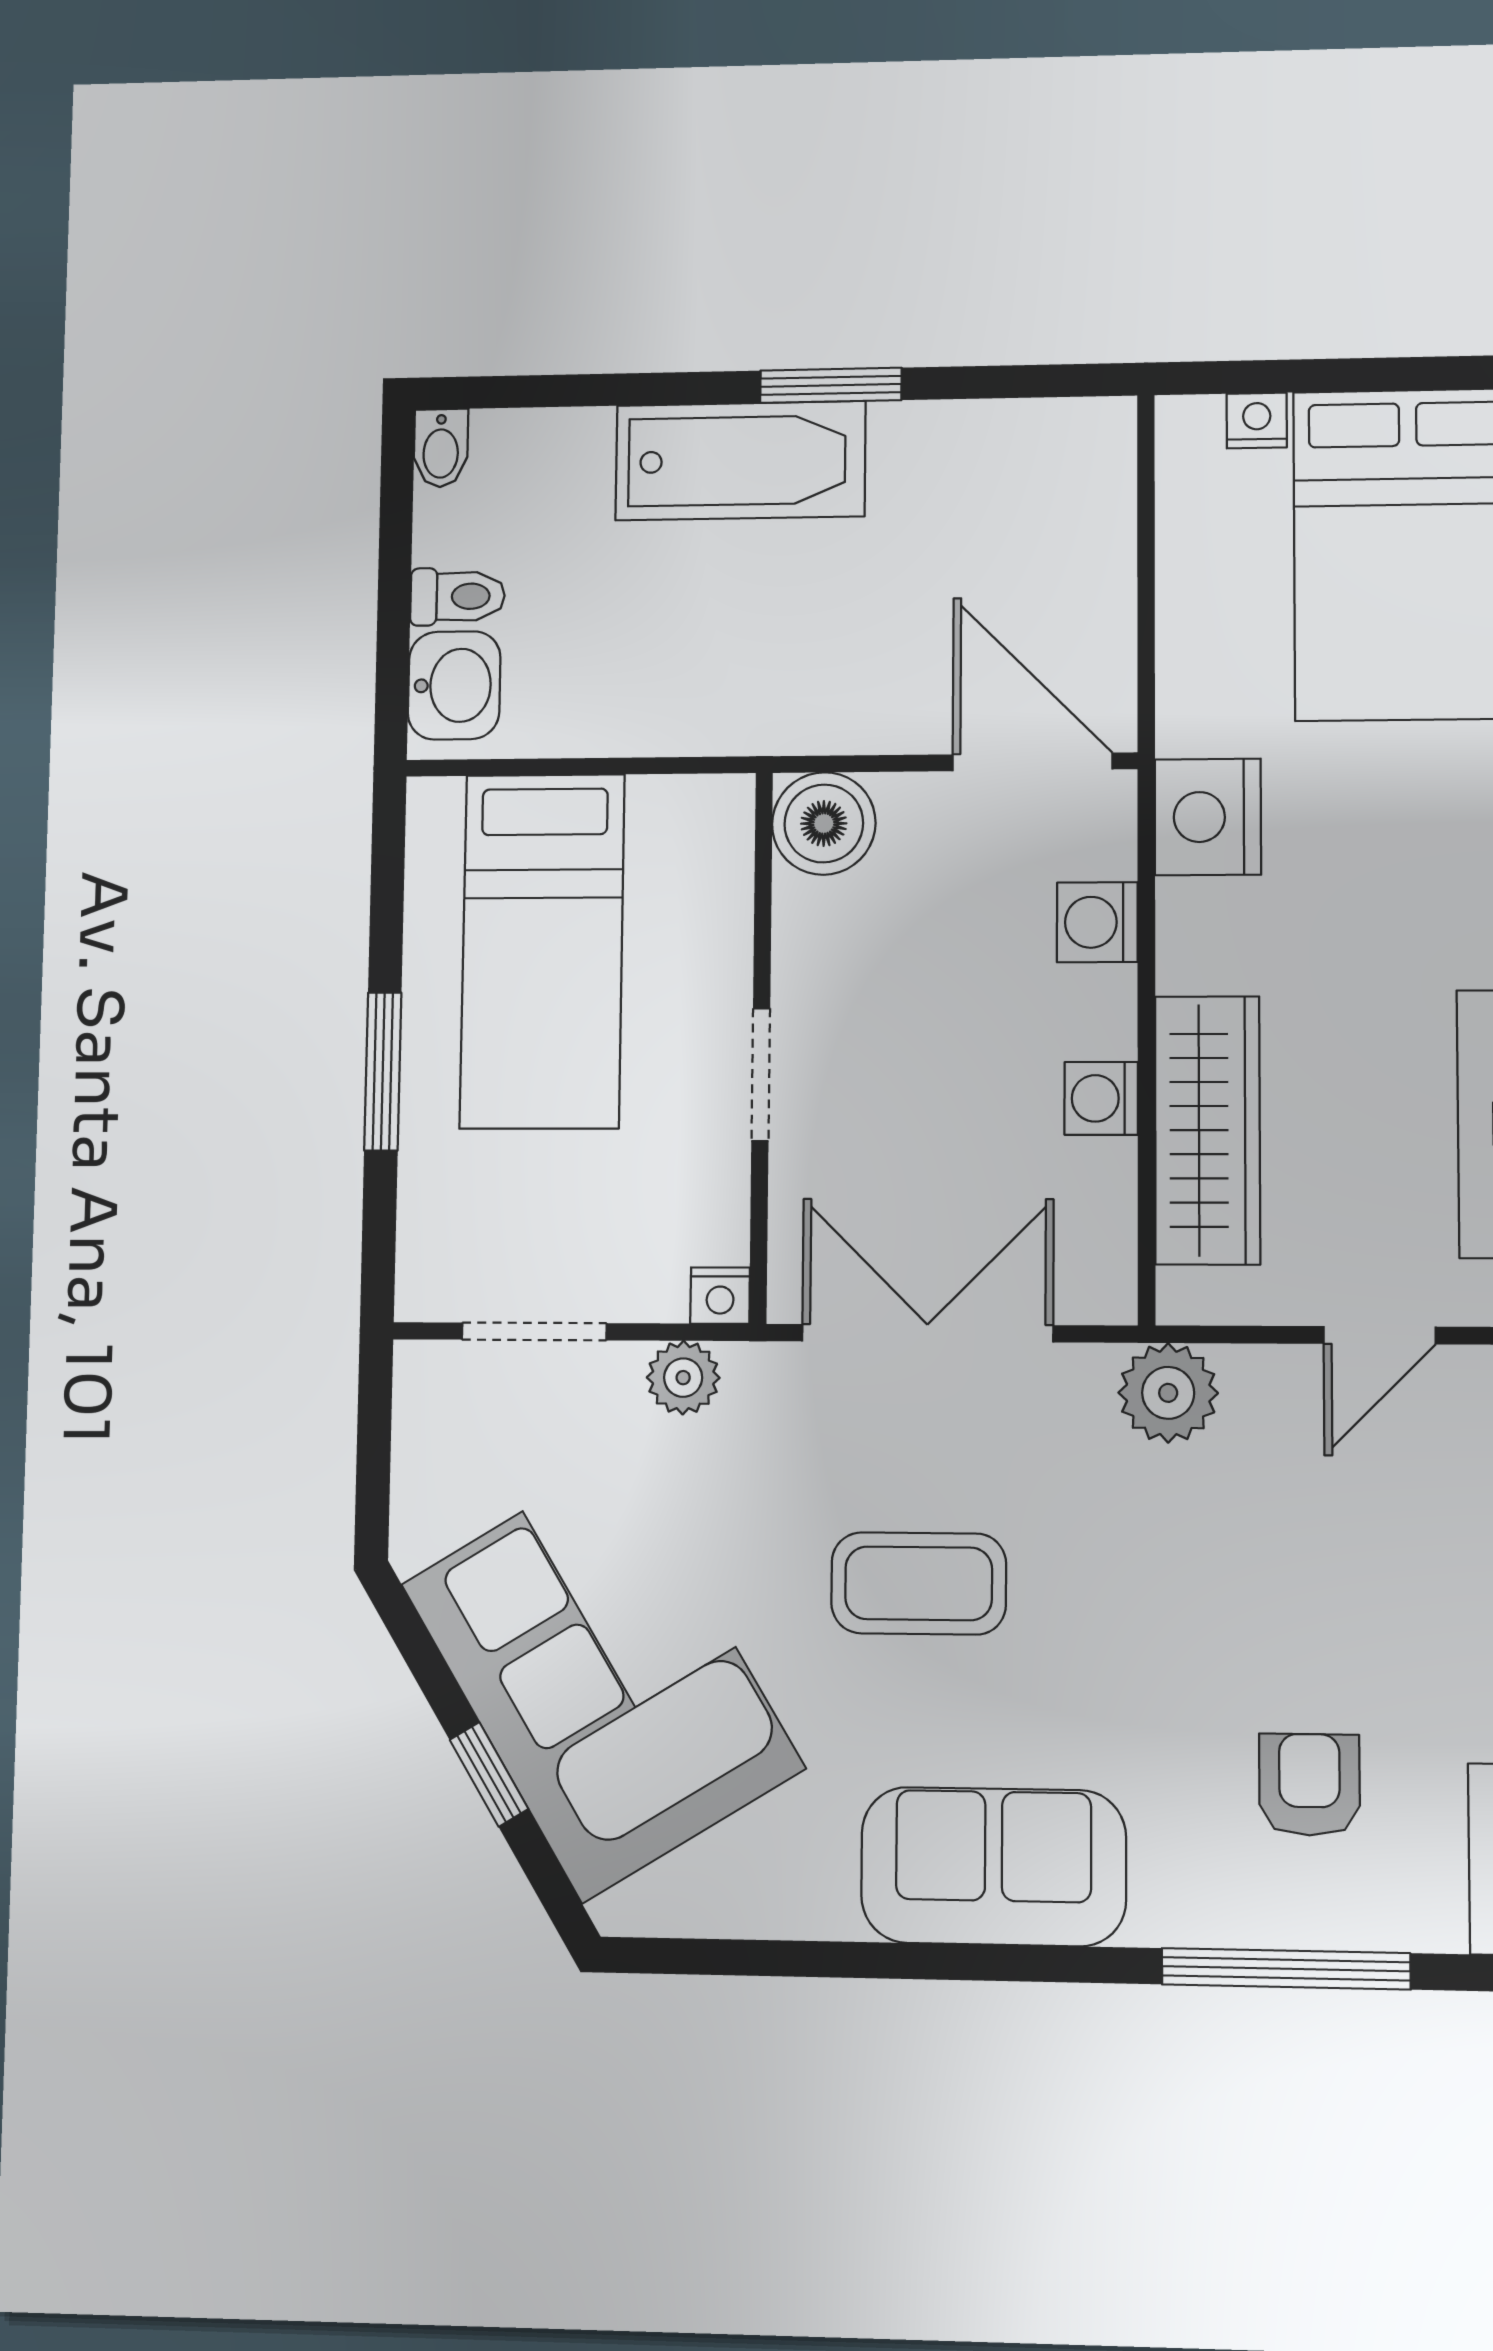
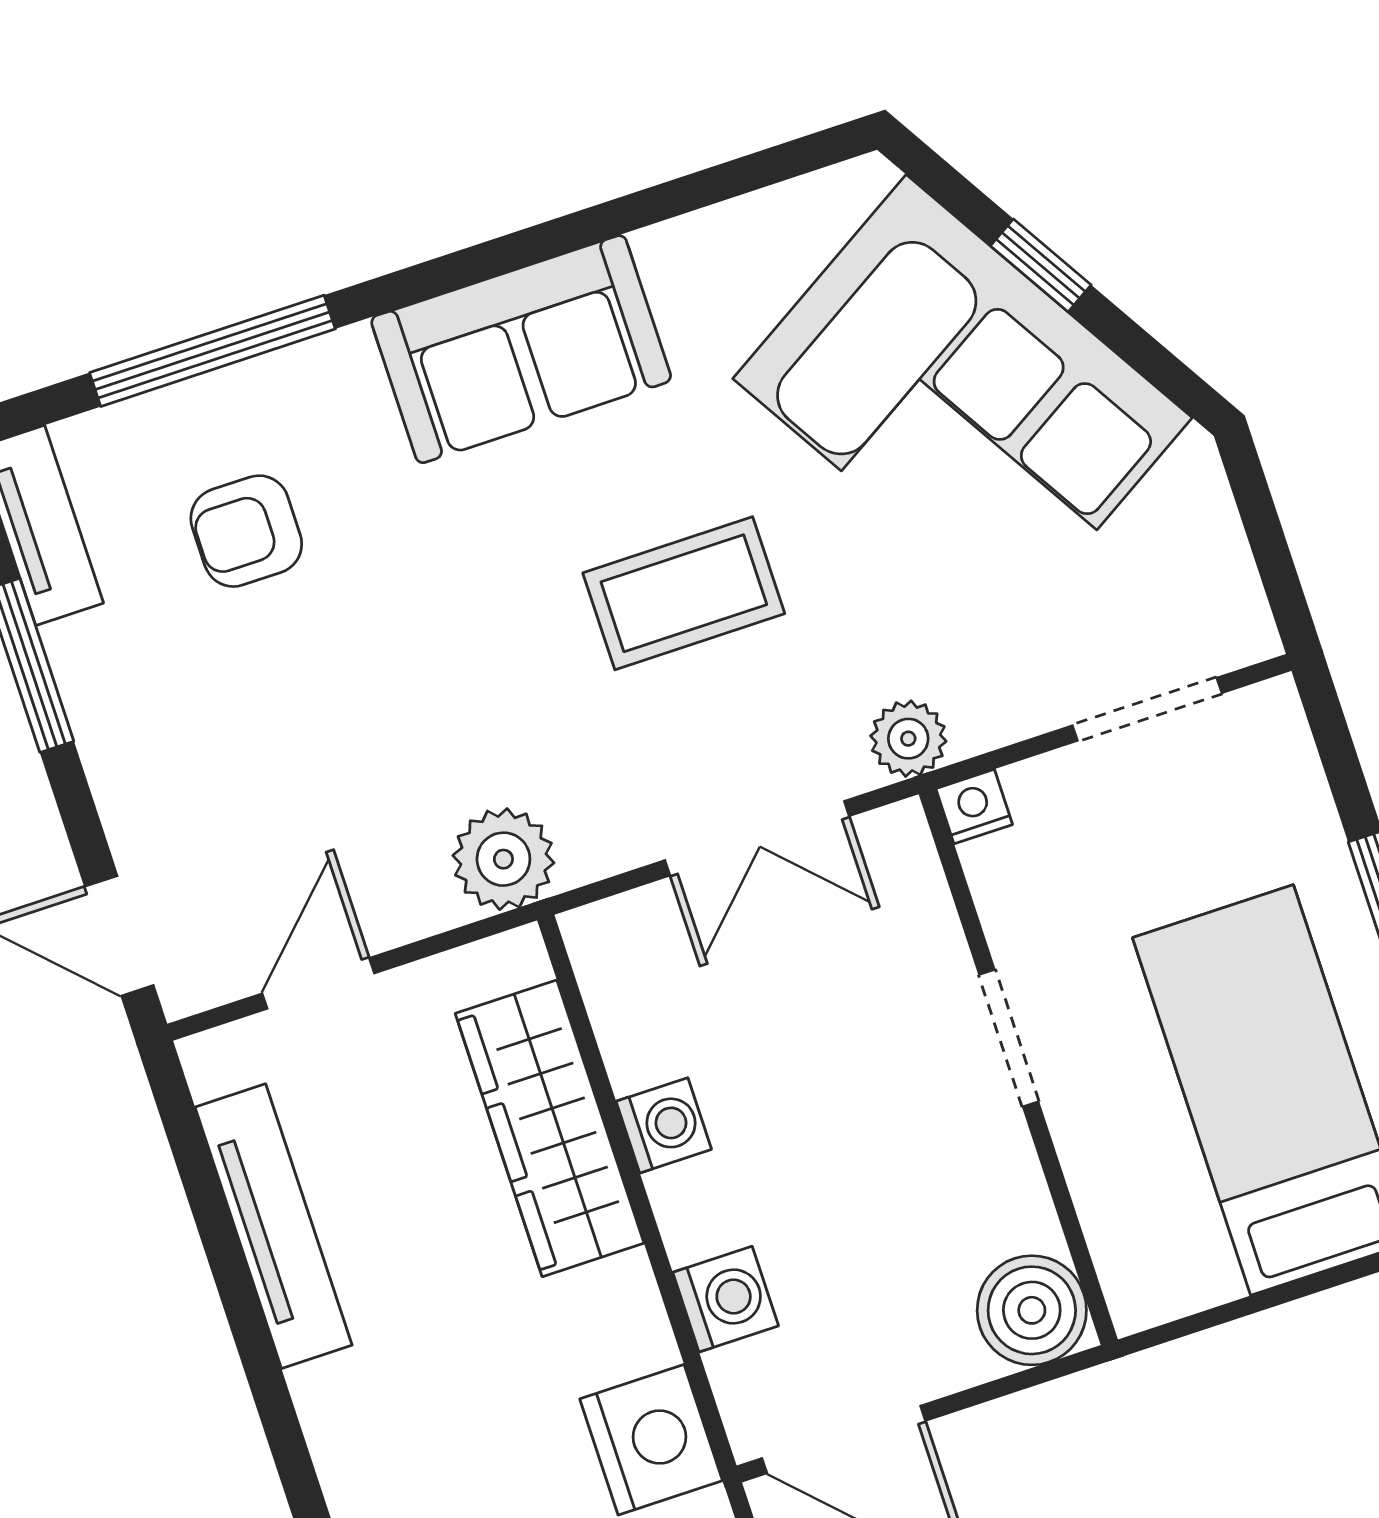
double door: (927, 1333) -> (757, 838), width x0.73
plant: (683, 1378) -> (908, 739), moved
armchair: (1309, 1785) -> (246, 531), turned 90

